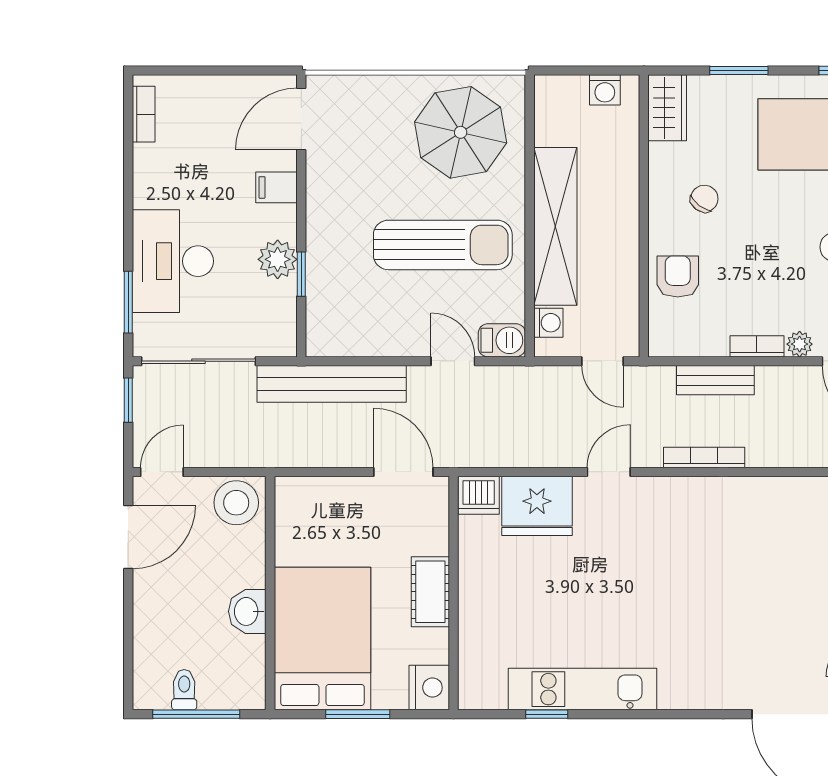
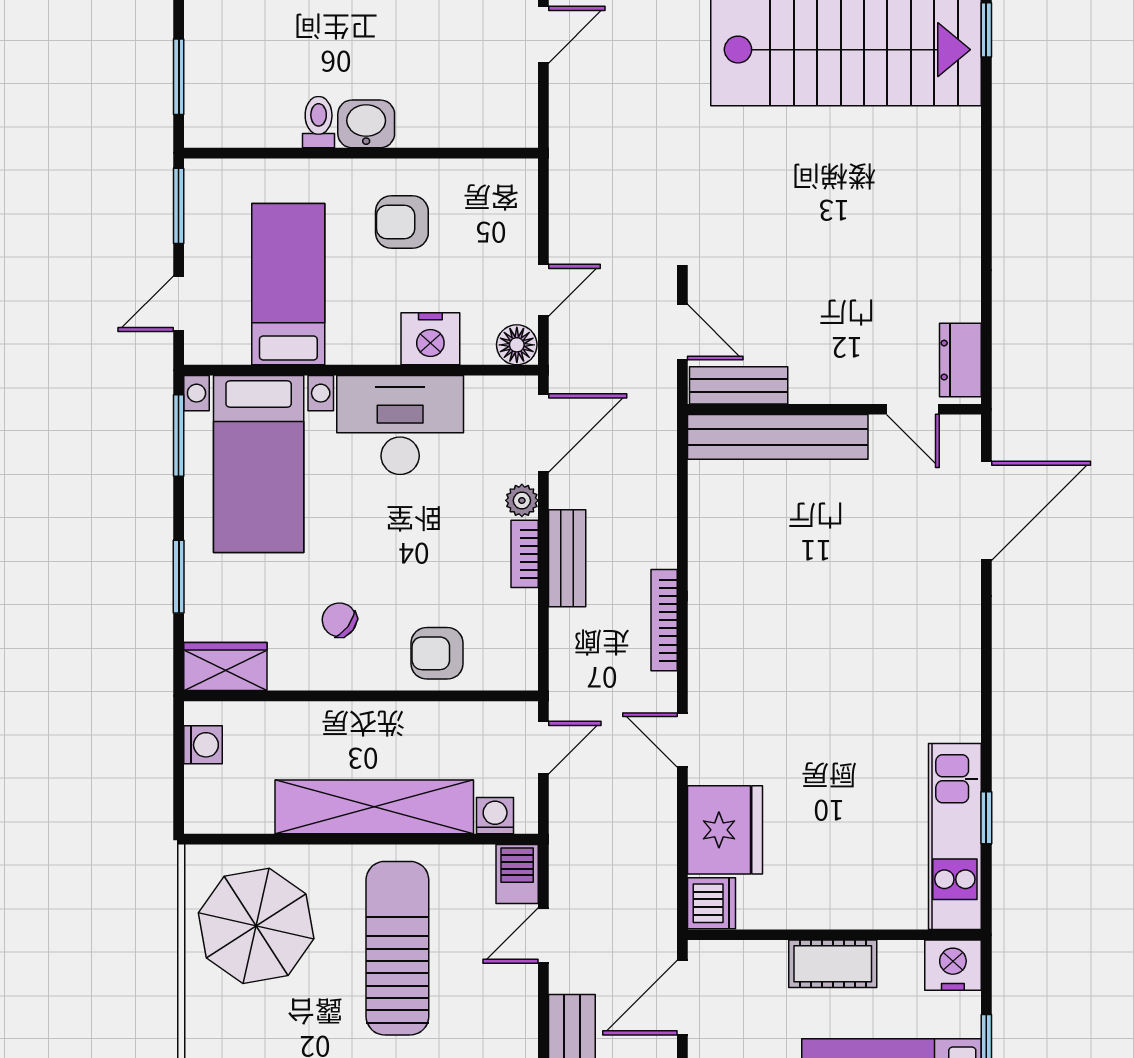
bench: (715, 380) -> (567, 558), moved
kitchen unit: (583, 689) -> (955, 836), moved

